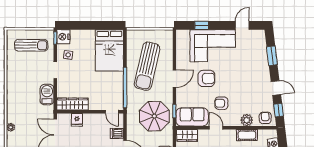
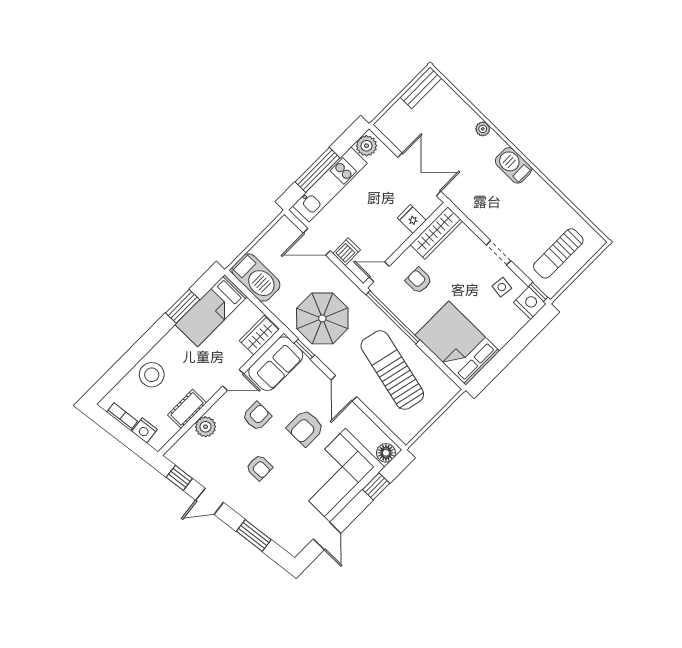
floor lamp: (184, 35) -> (386, 453), added
armchair: (99, 92) -> (419, 280), added
barbecue: (47, 95) -> (513, 165), moved, turned 180
armchair: (265, 118) -> (259, 468), moved

